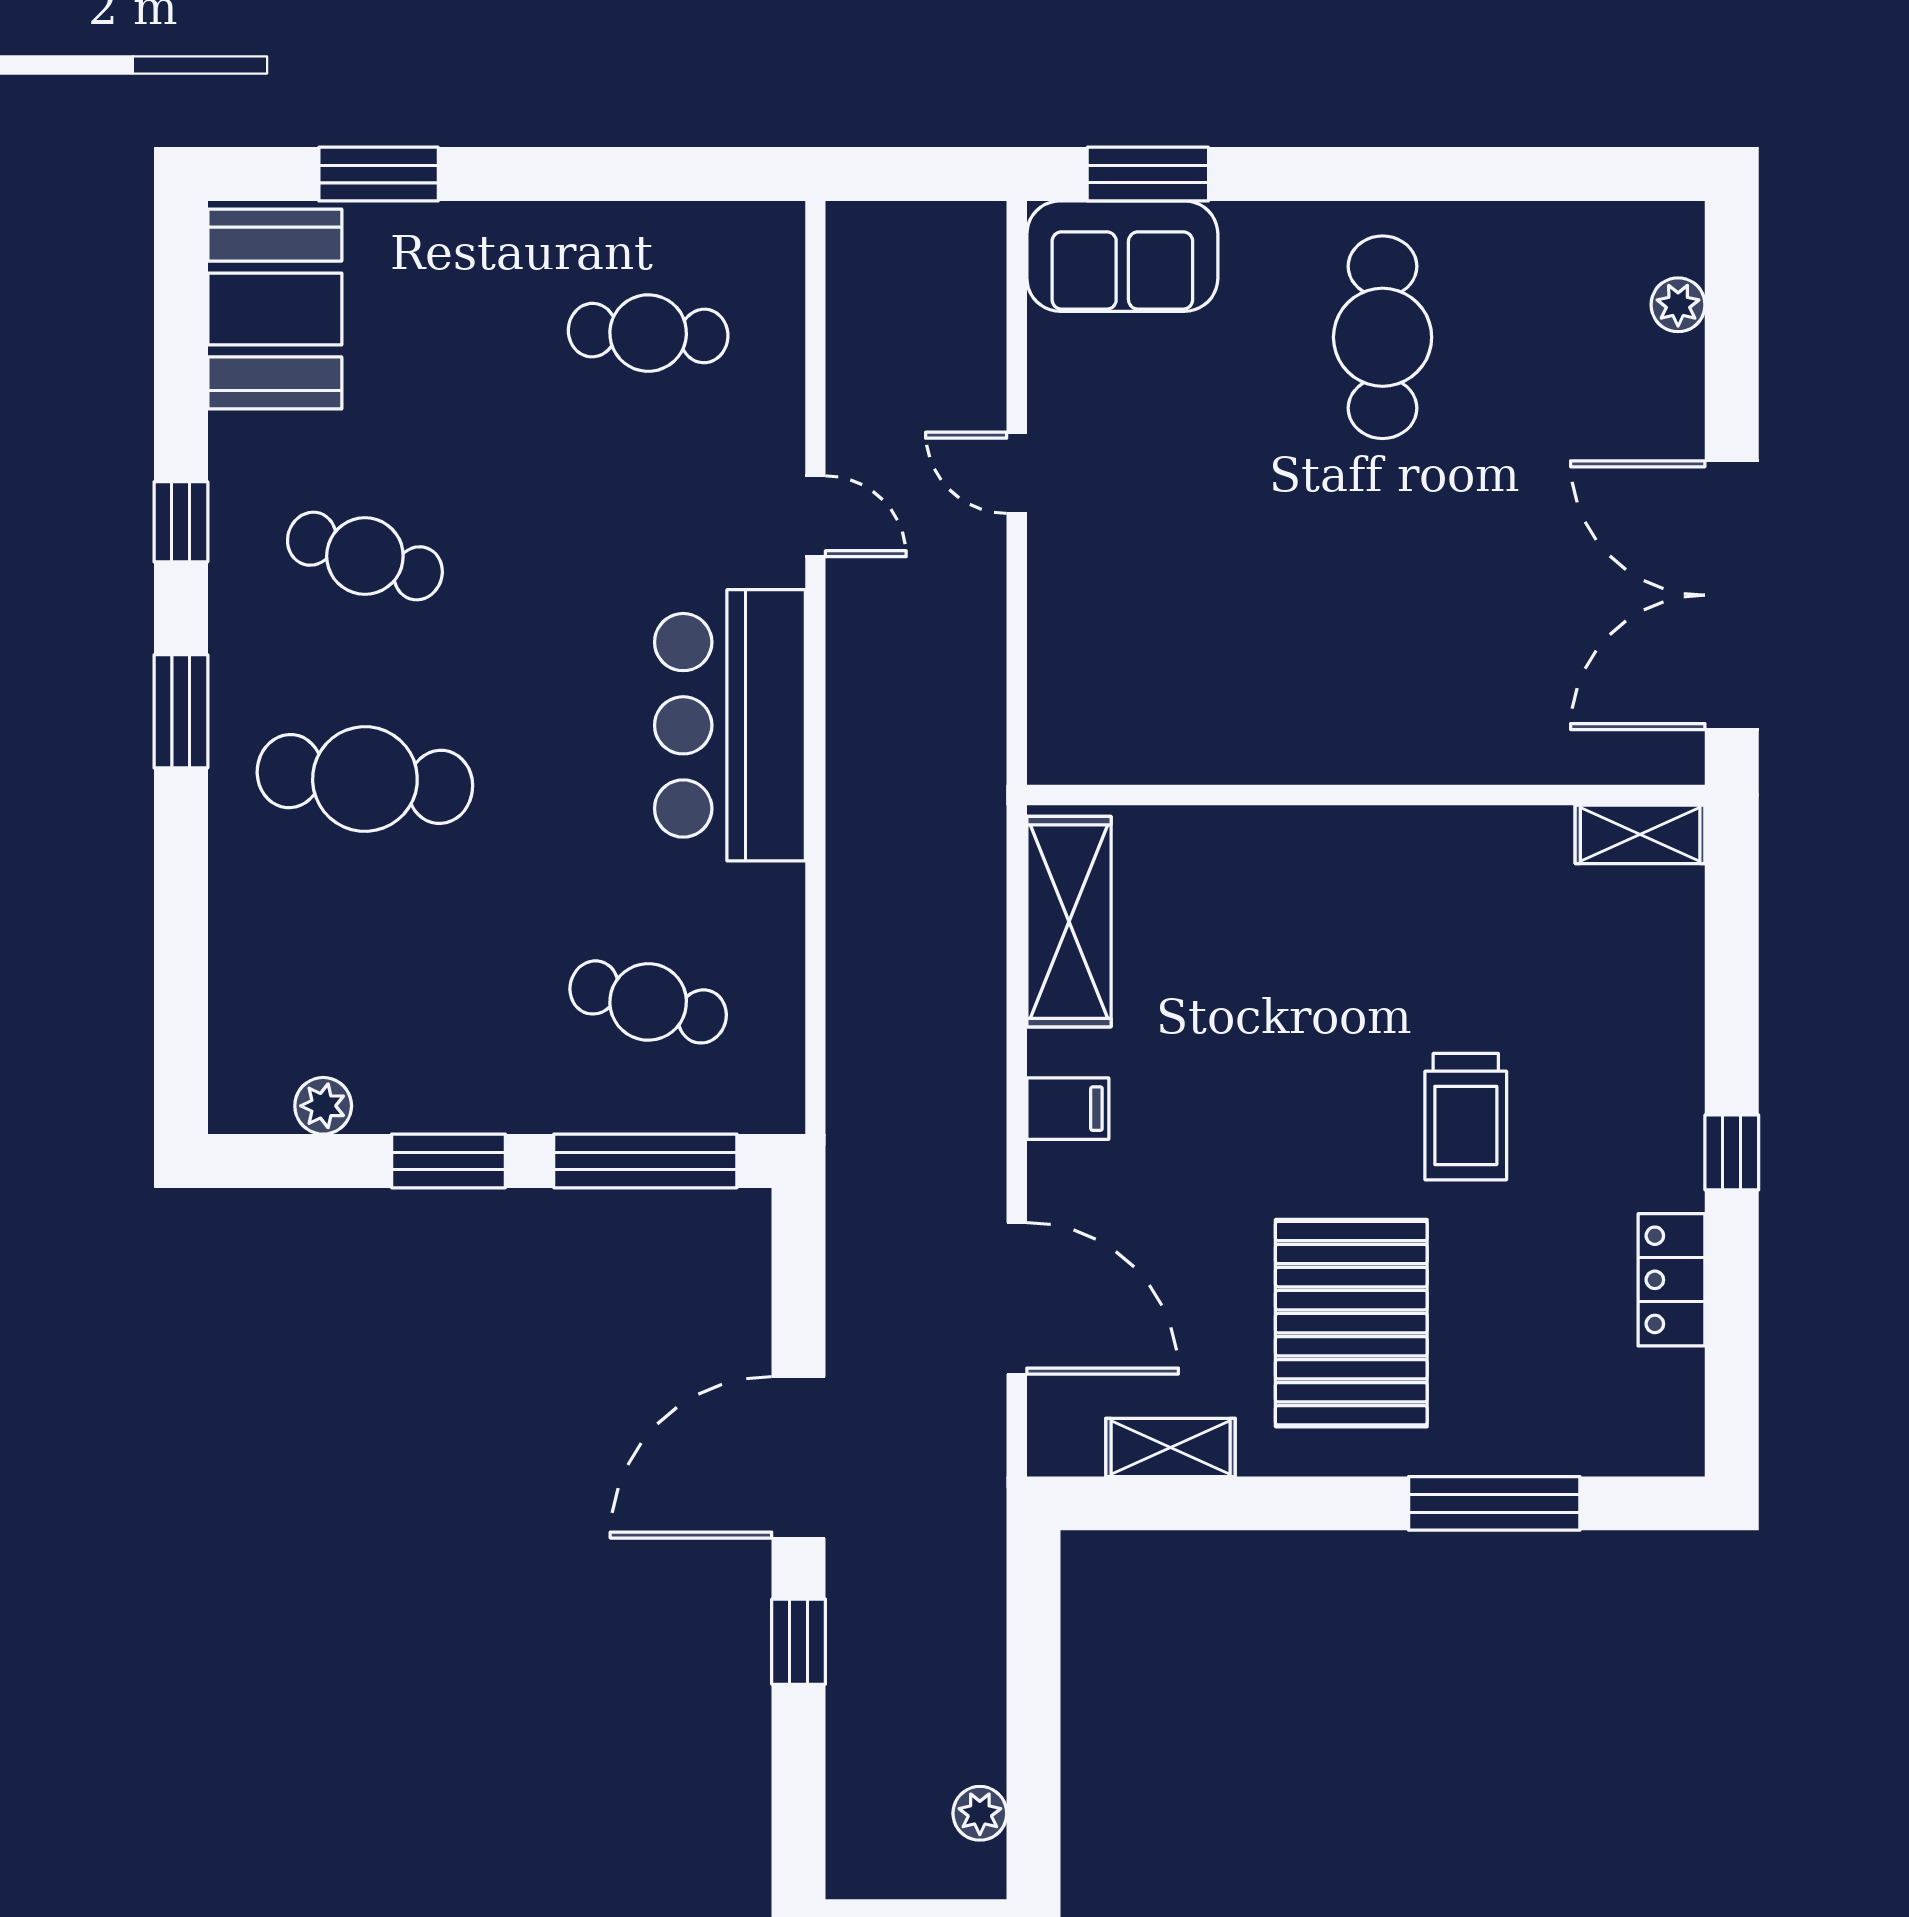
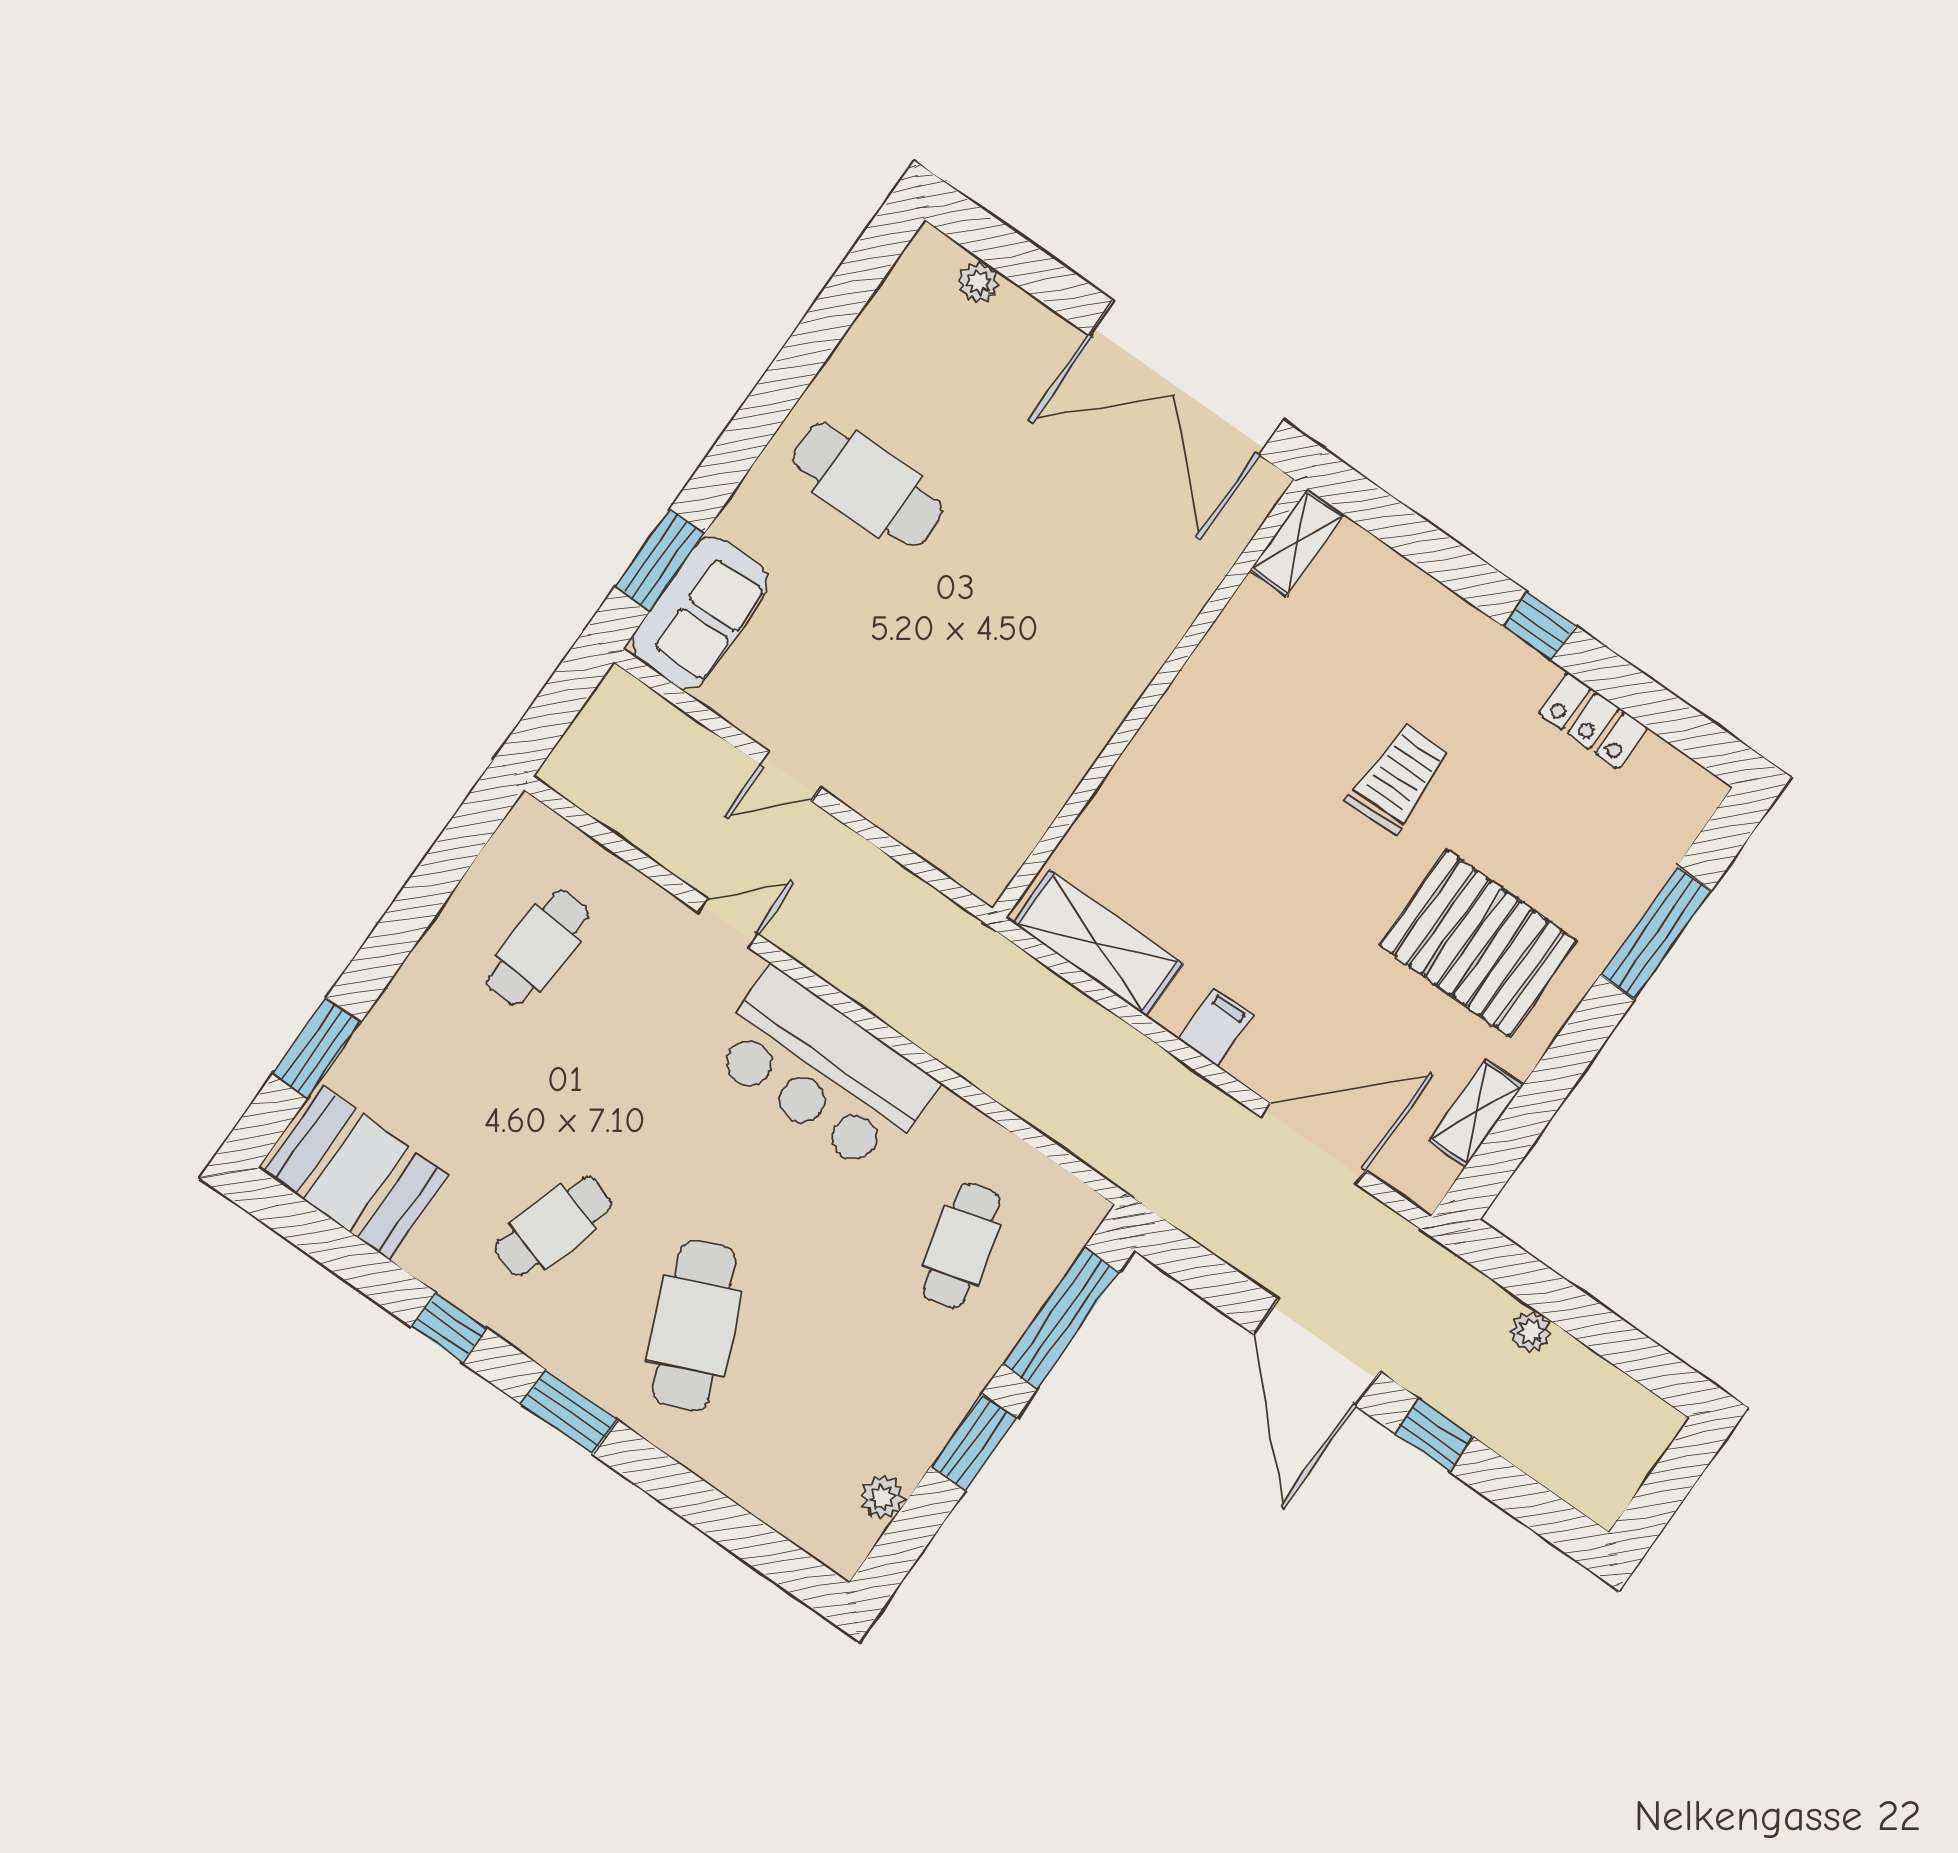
cafe table: (365, 779) -> (694, 1326), turned -30
cafe table: (648, 1002) -> (961, 1245), turned -30
trolley: (1466, 1117) -> (1398, 778), turned -90
plant: (980, 1813) -> (1531, 1332), moved

